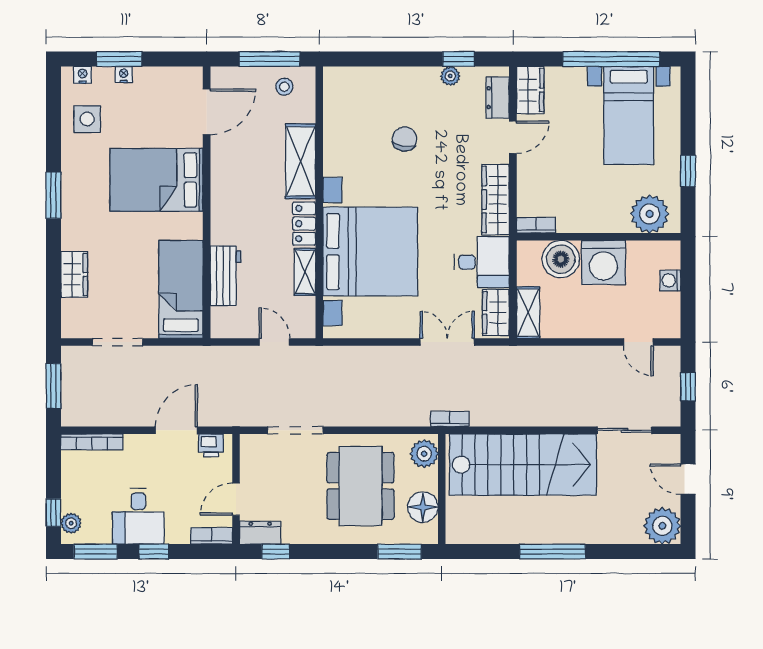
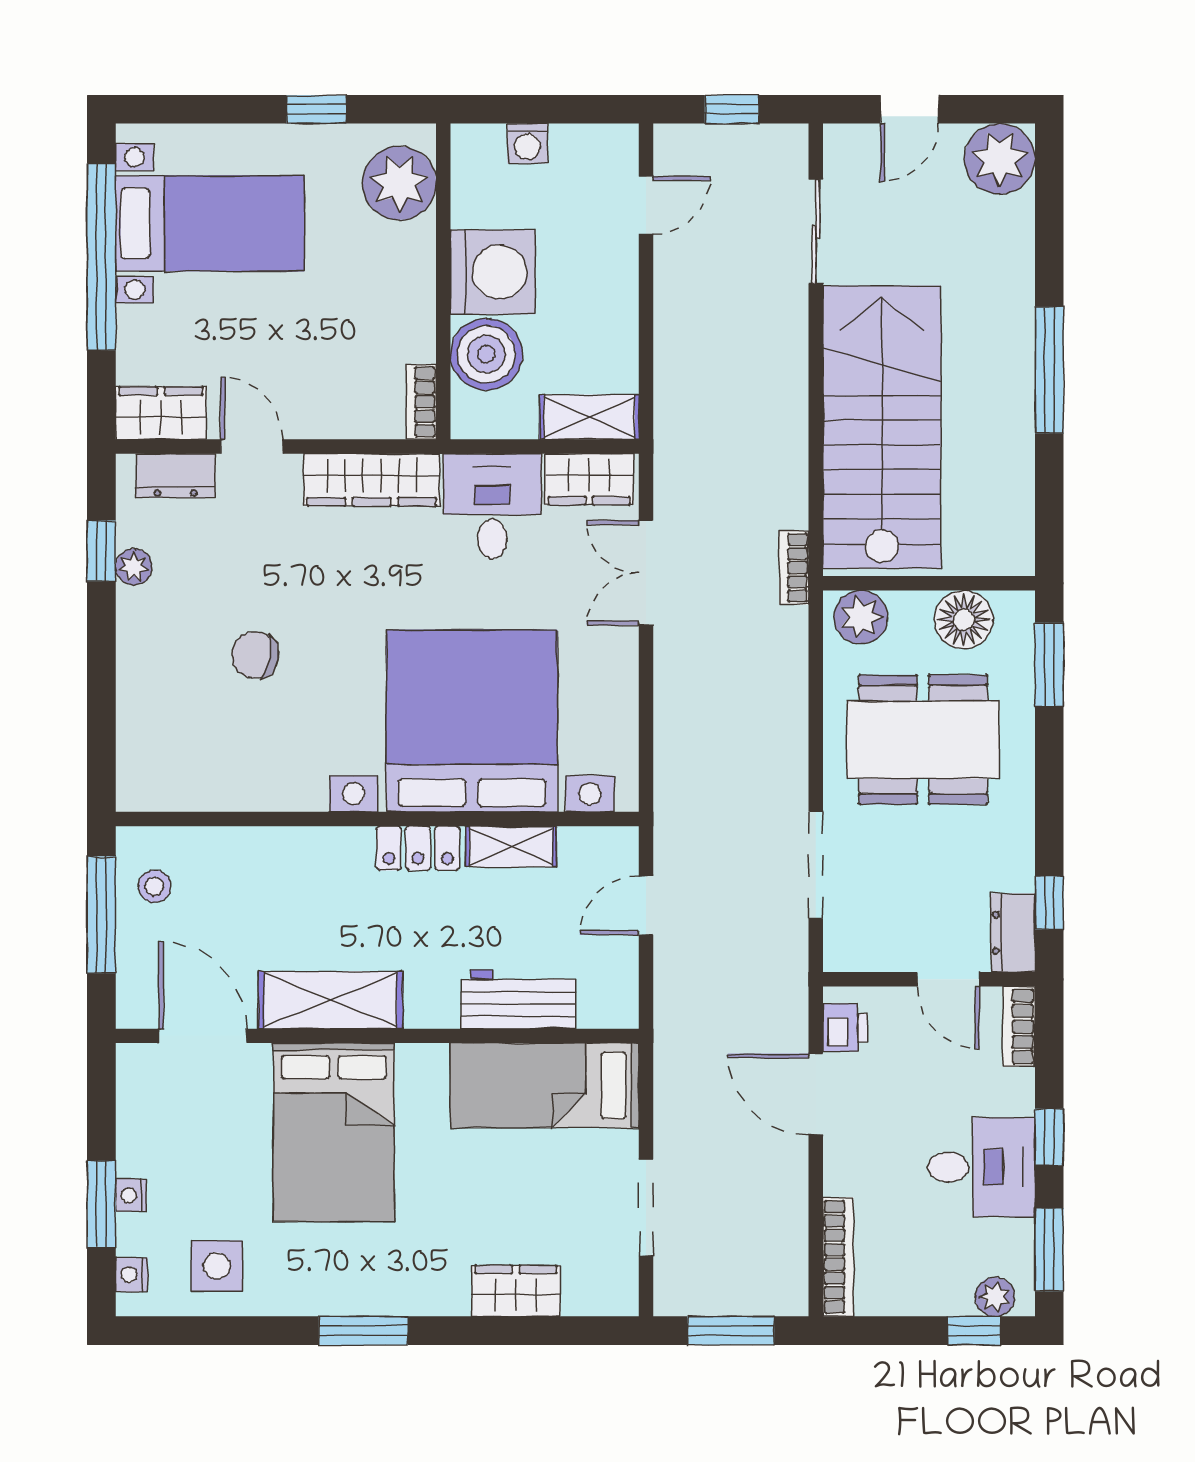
shelving: (301, 161) -> (330, 1000), moved

